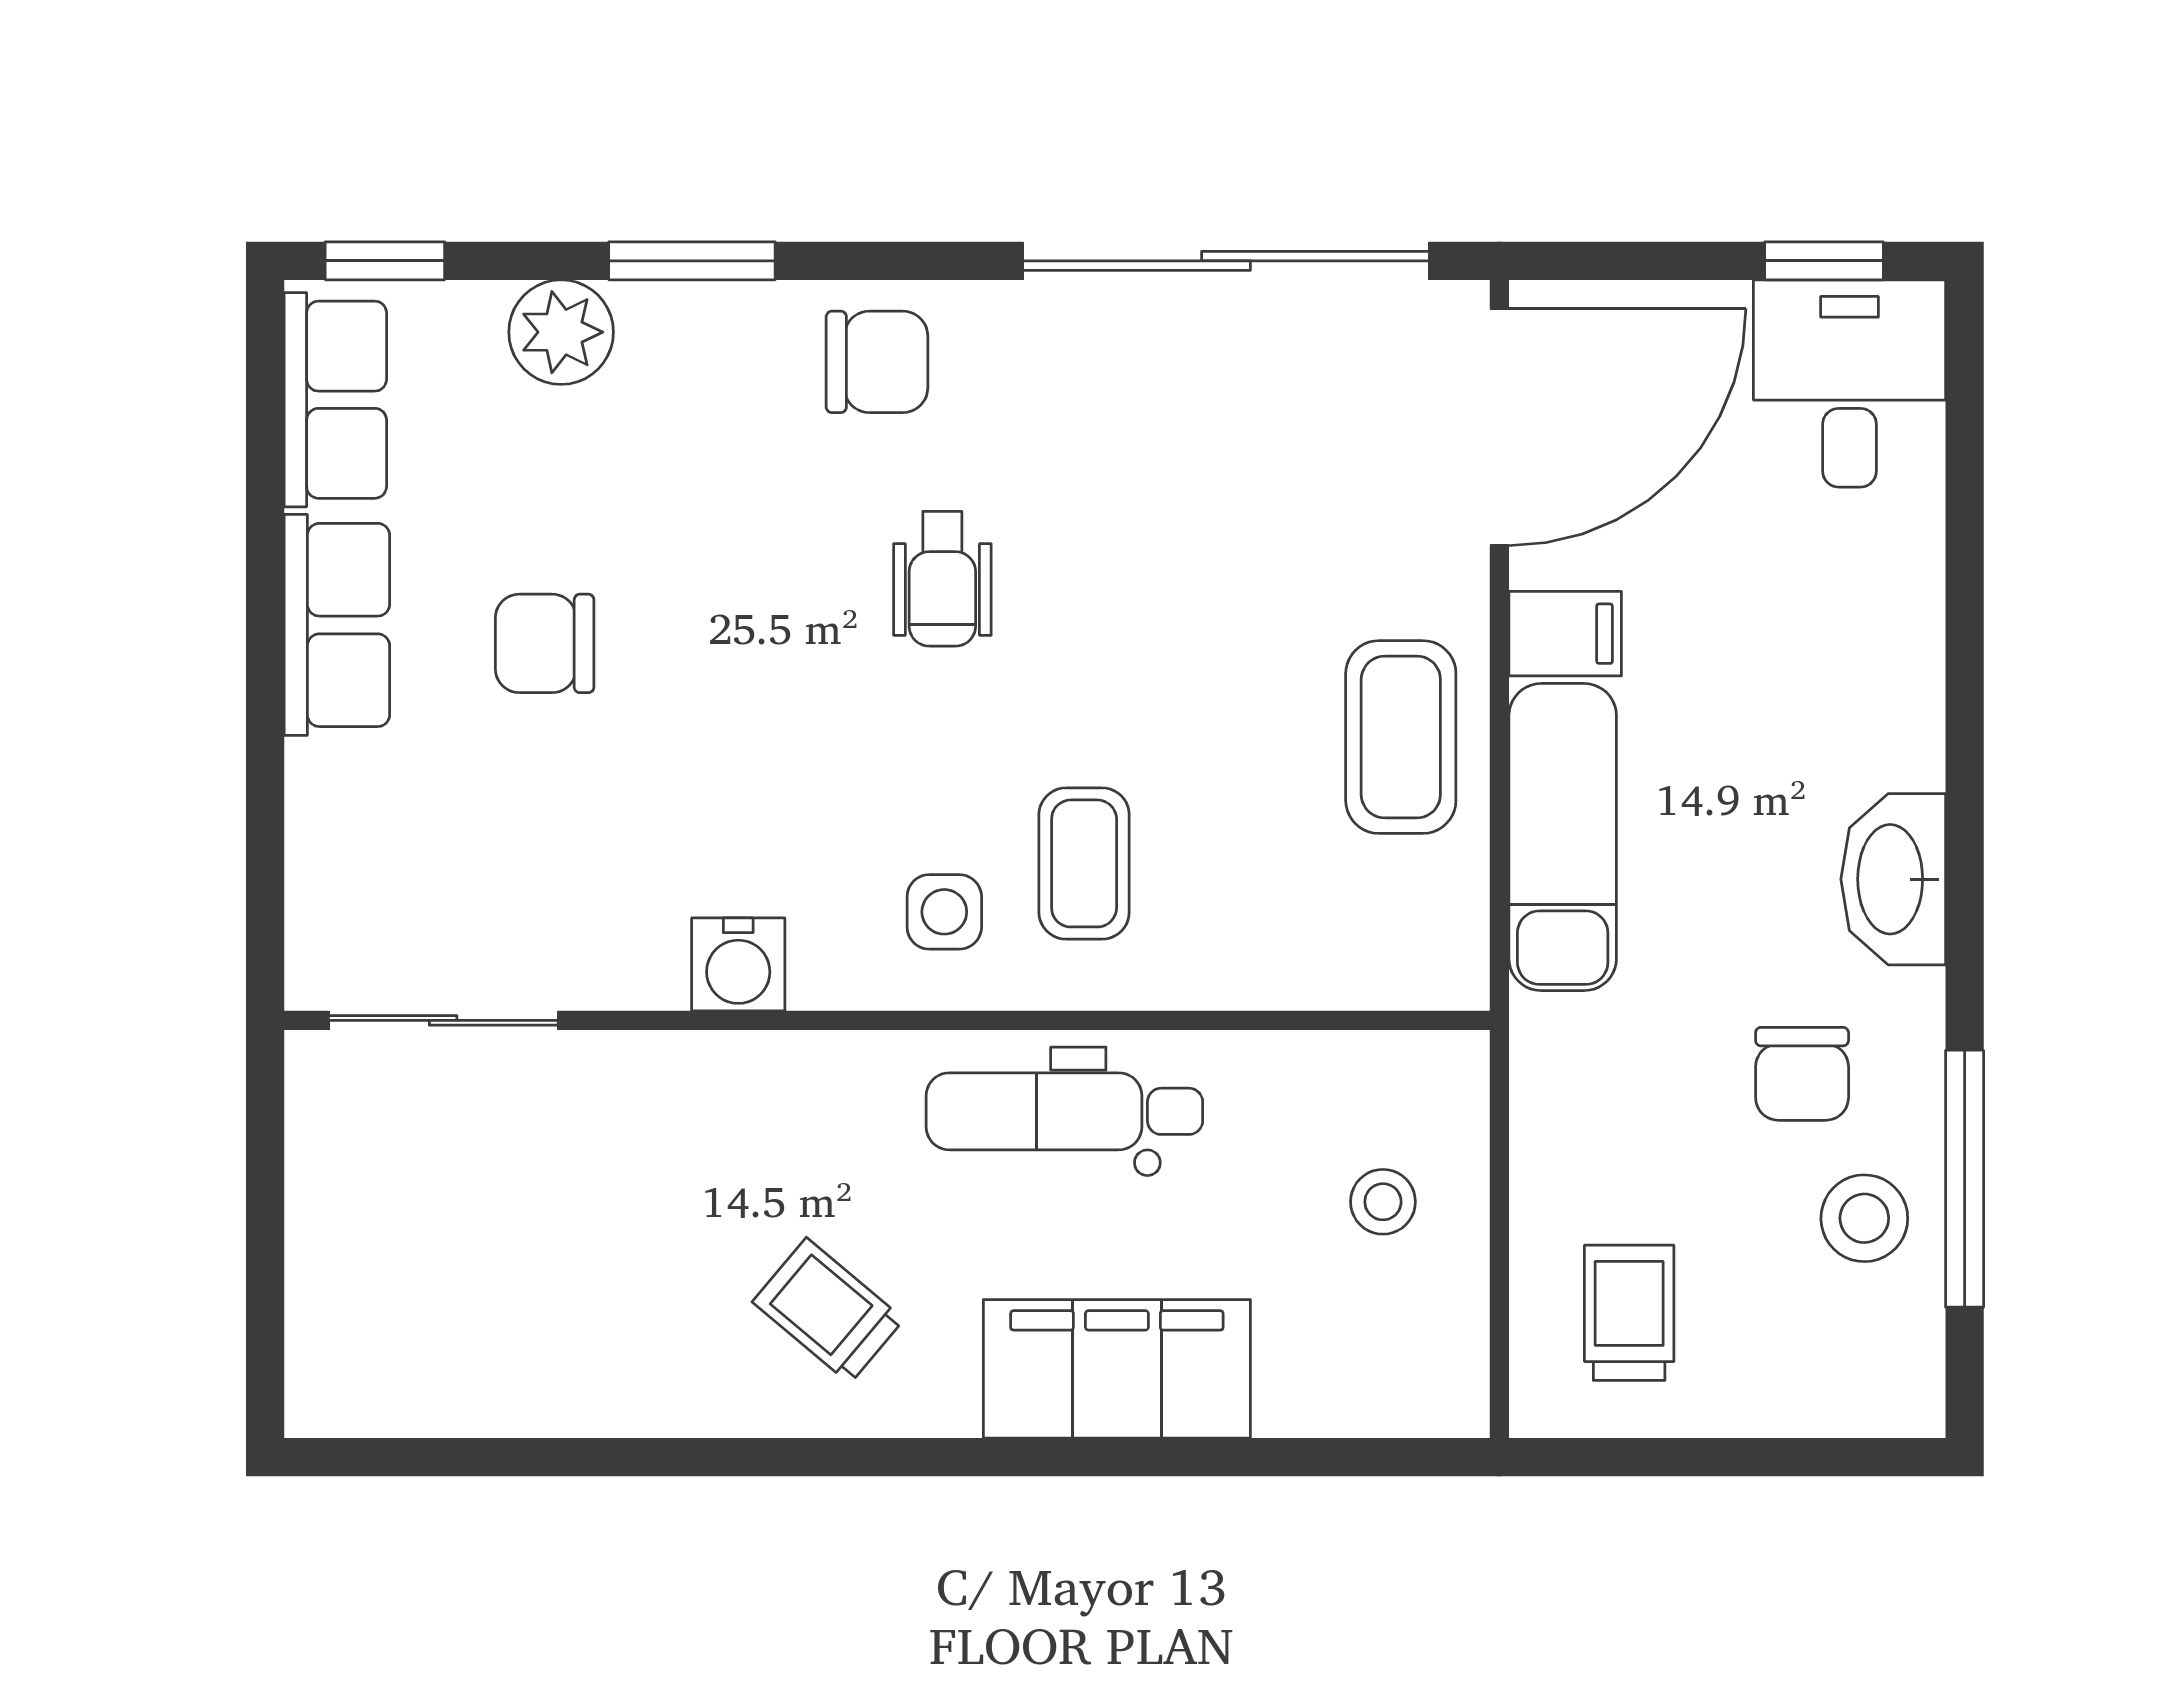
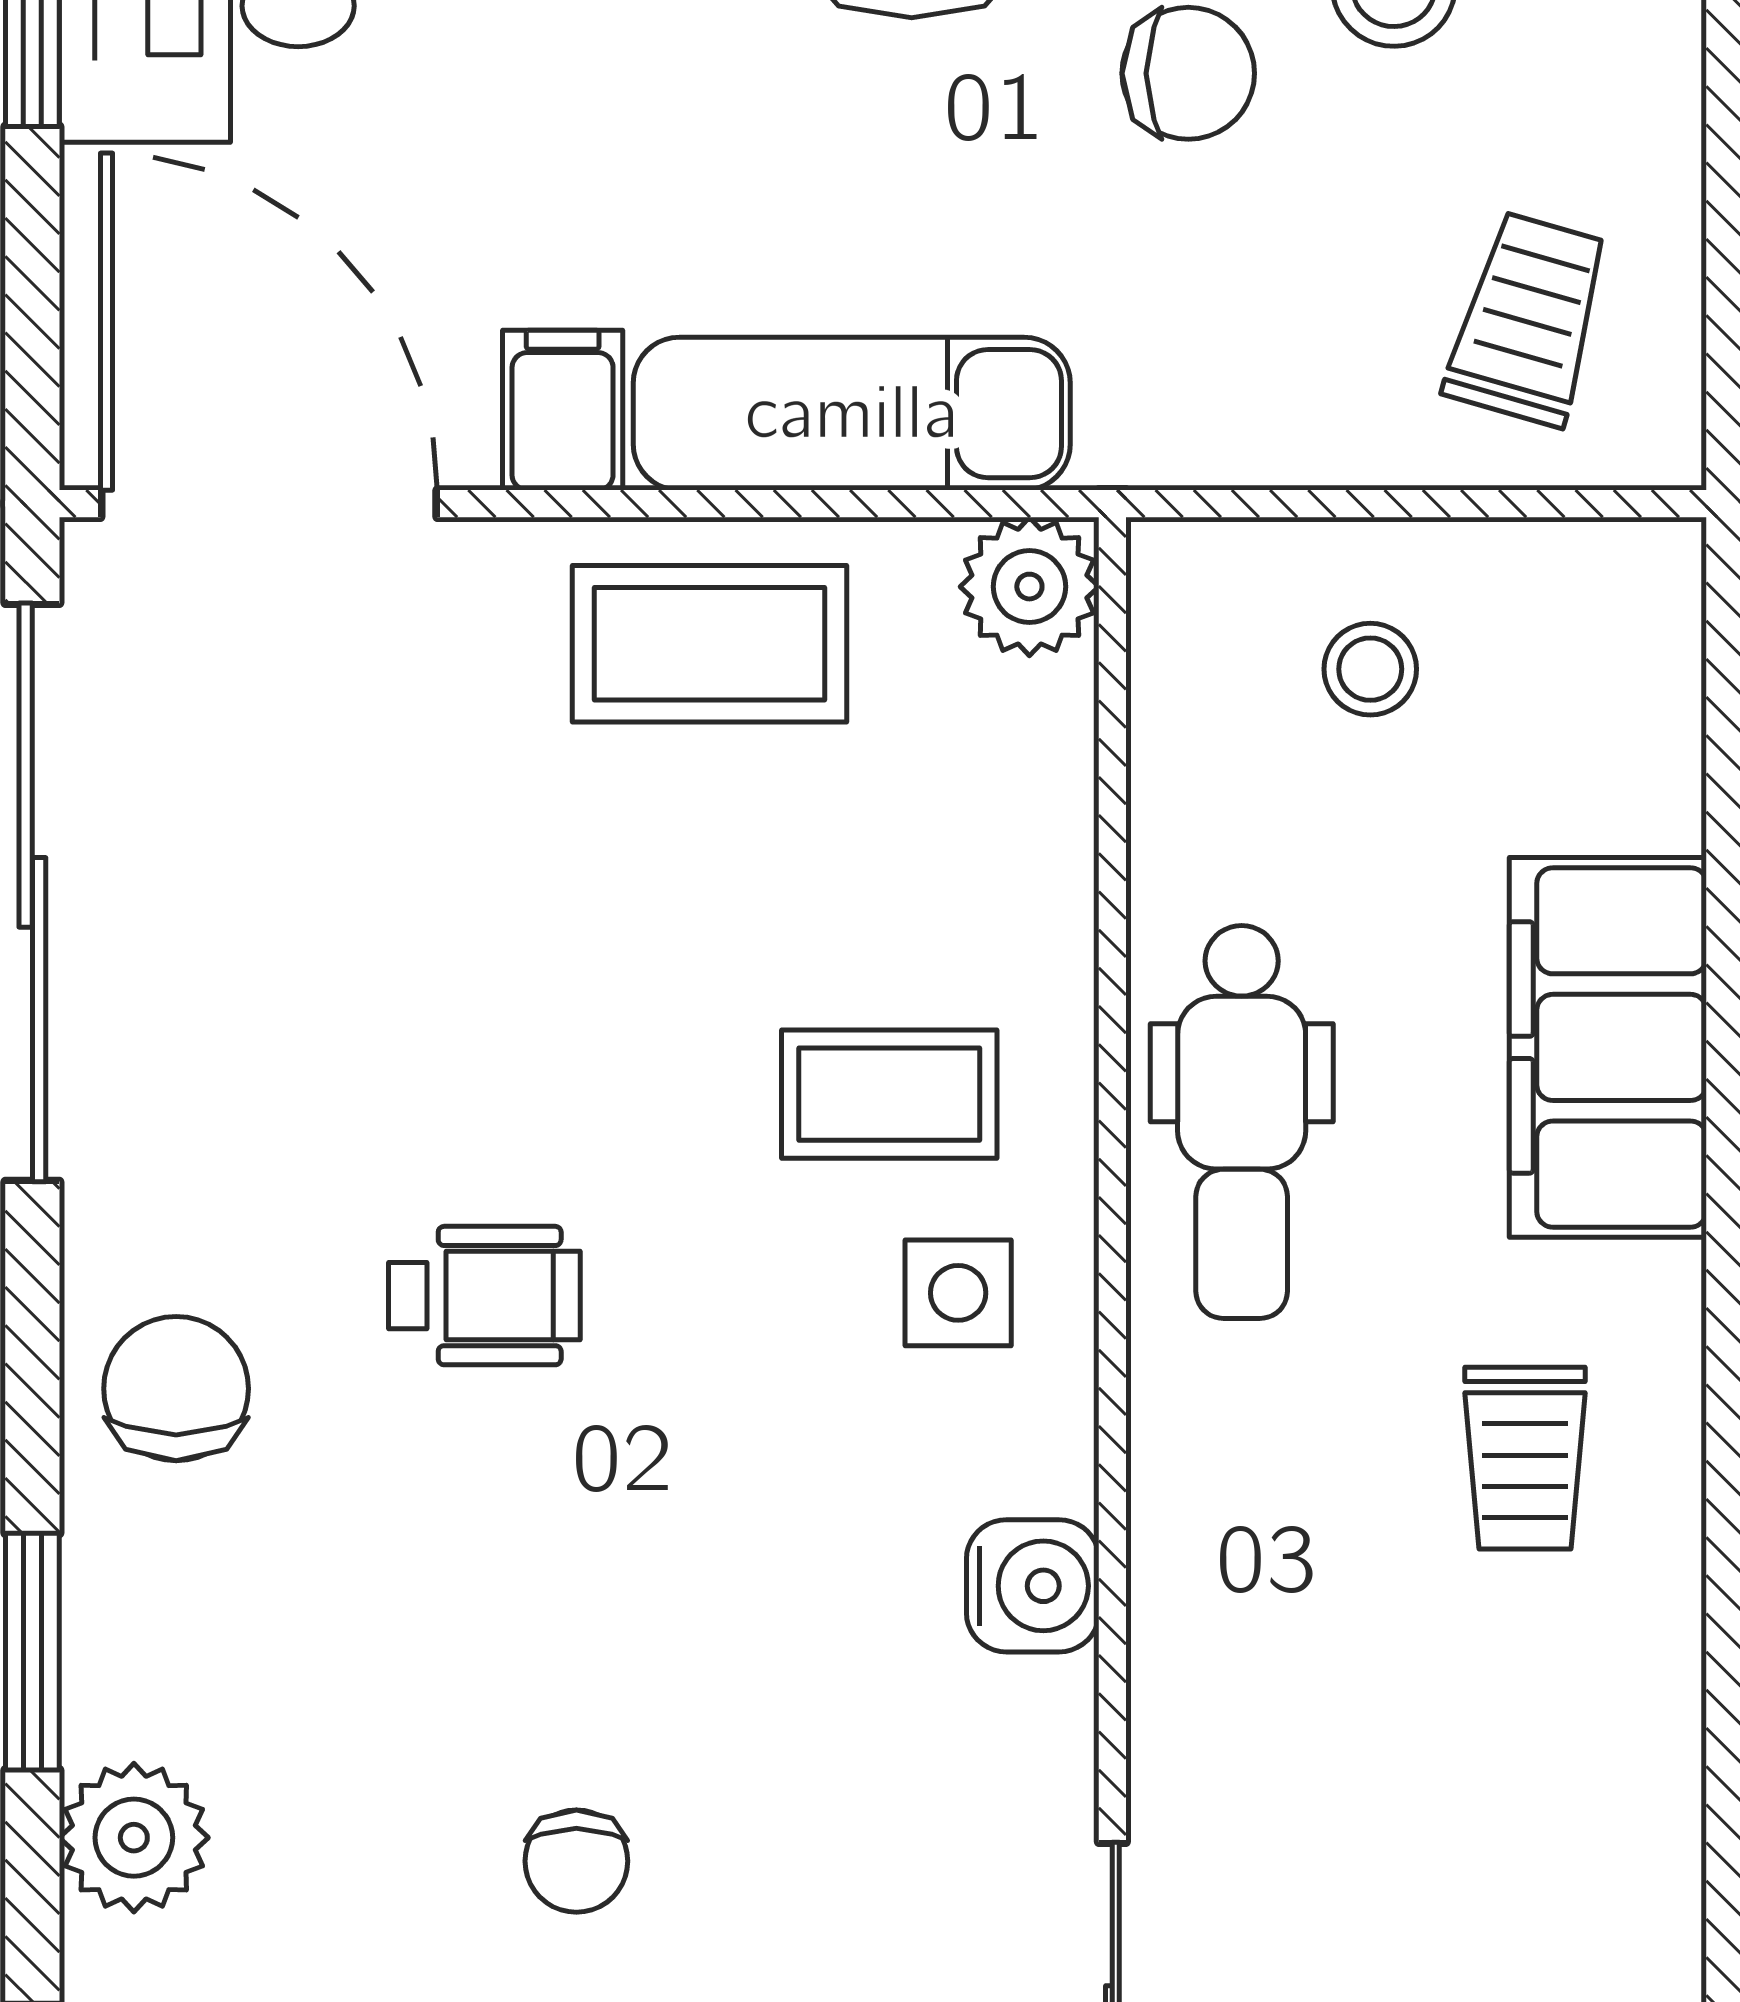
chair: (545, 643) -> (576, 1861), width x0.73, depth x0.73
plant: (1441, 962) -> (1029, 587), added
trolley: (828, 1311) -> (1525, 1458), turned -40
trolley: (1629, 1313) -> (1528, 319), turned 106

